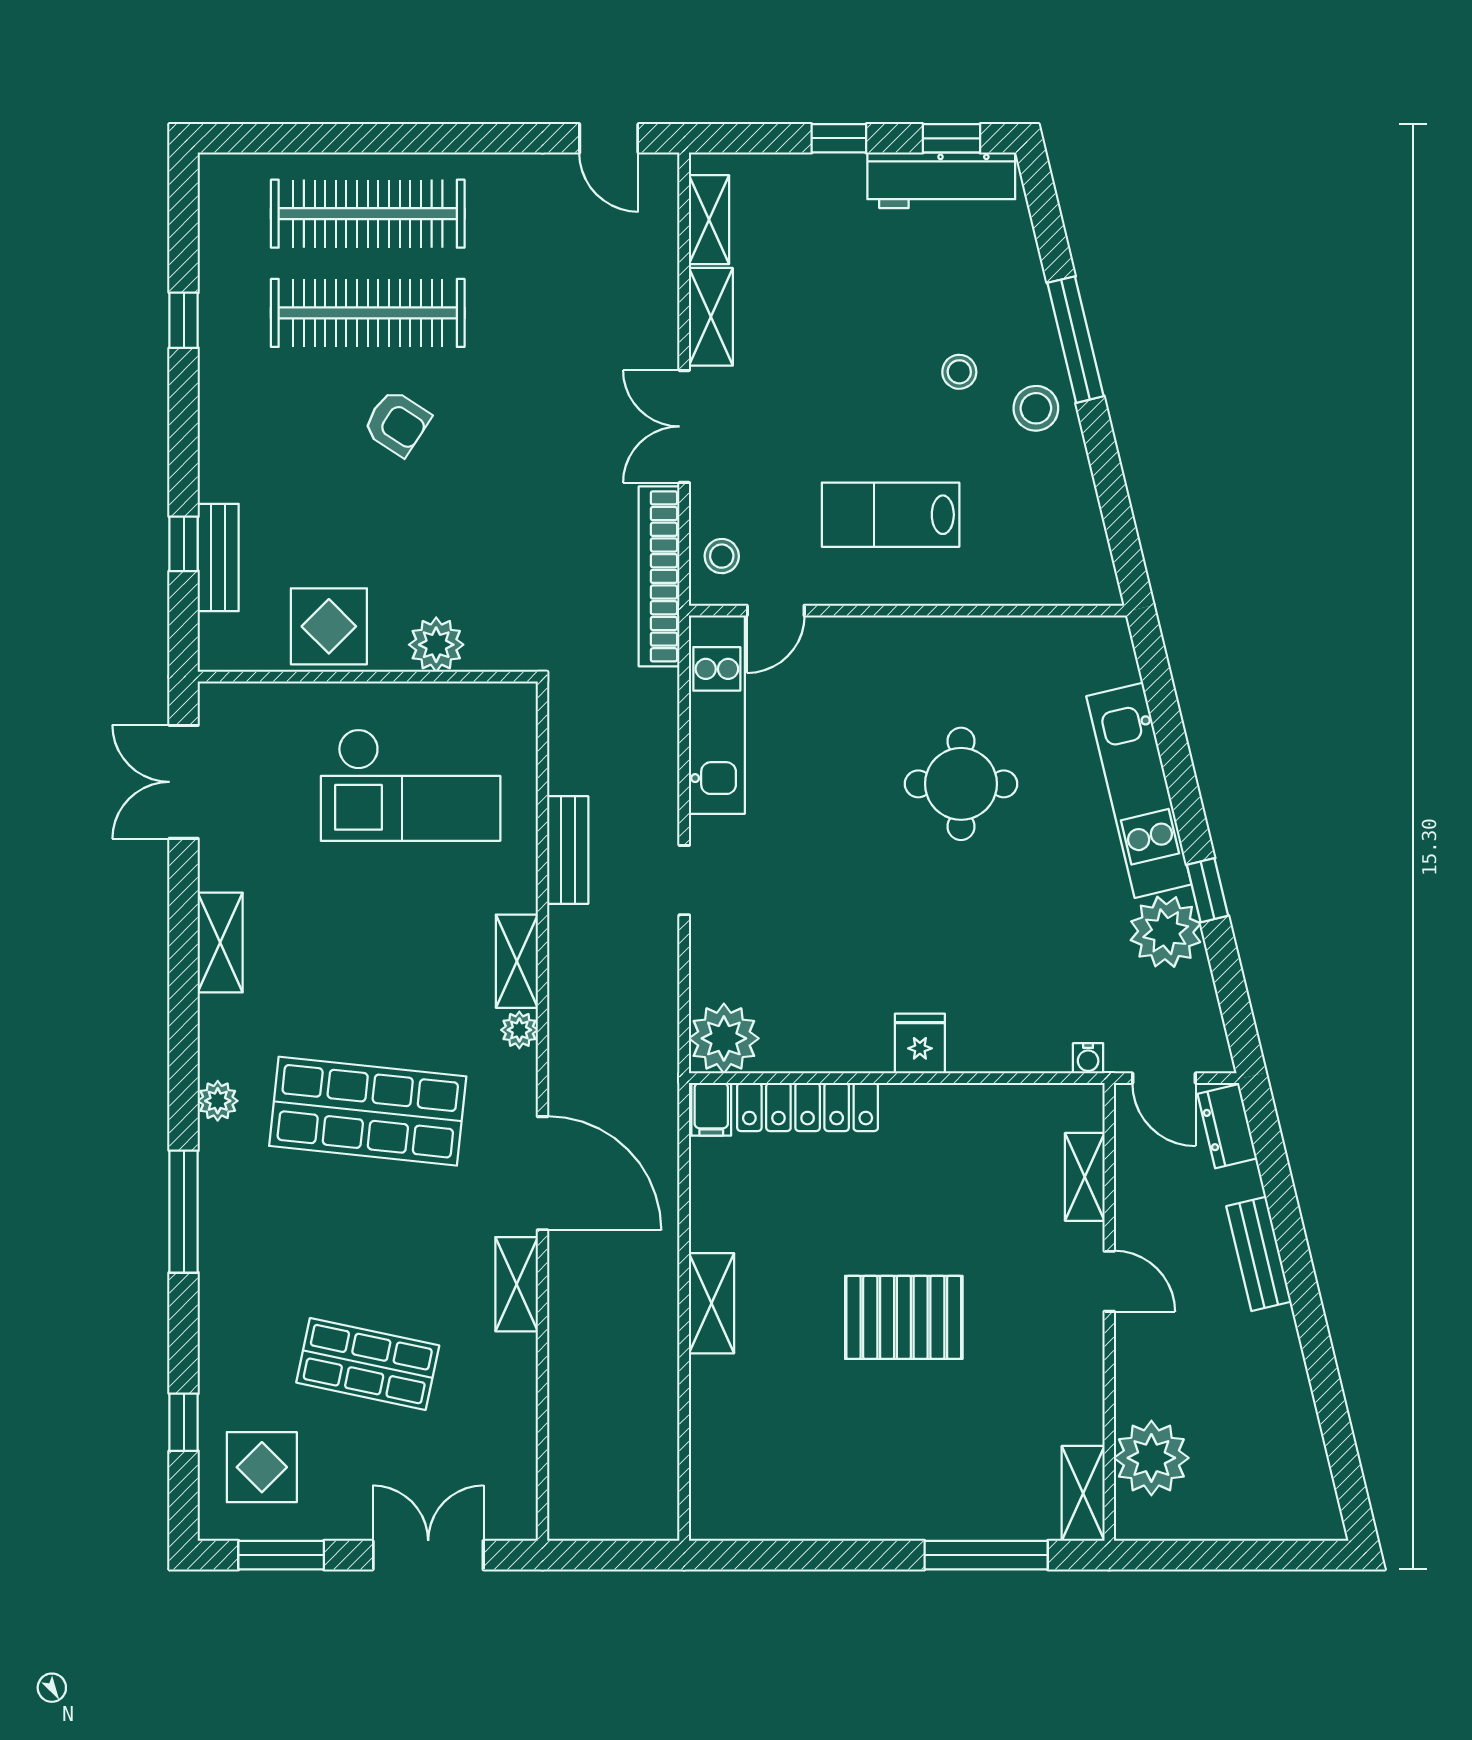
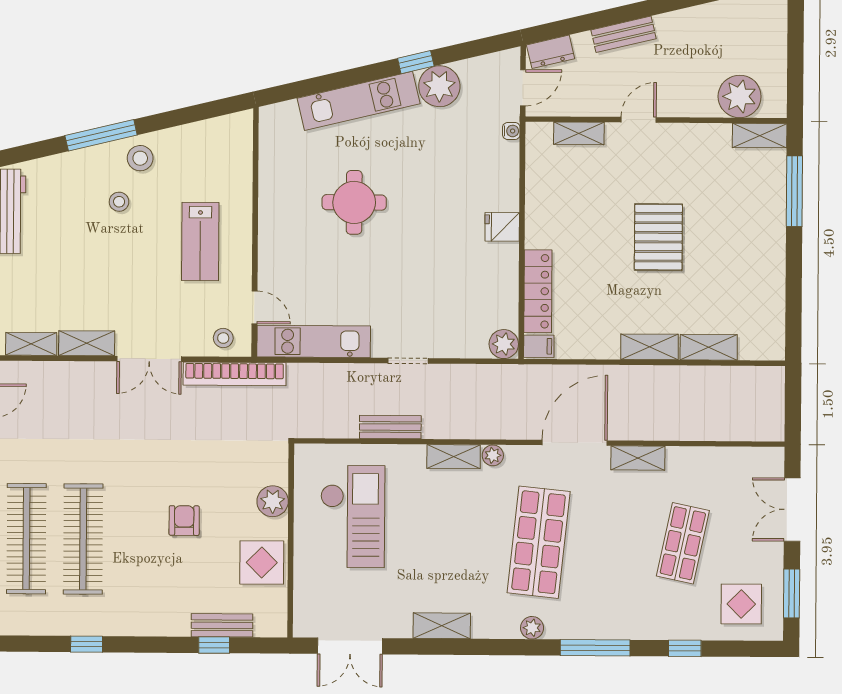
armchair: (397, 423) -> (184, 521), moved, turned -33
plant: (724, 1038) -> (504, 344), width x0.73, depth x0.73
shelving: (711, 1407) -> (709, 347), added
window: (184, 1422) -> (685, 648), moved

